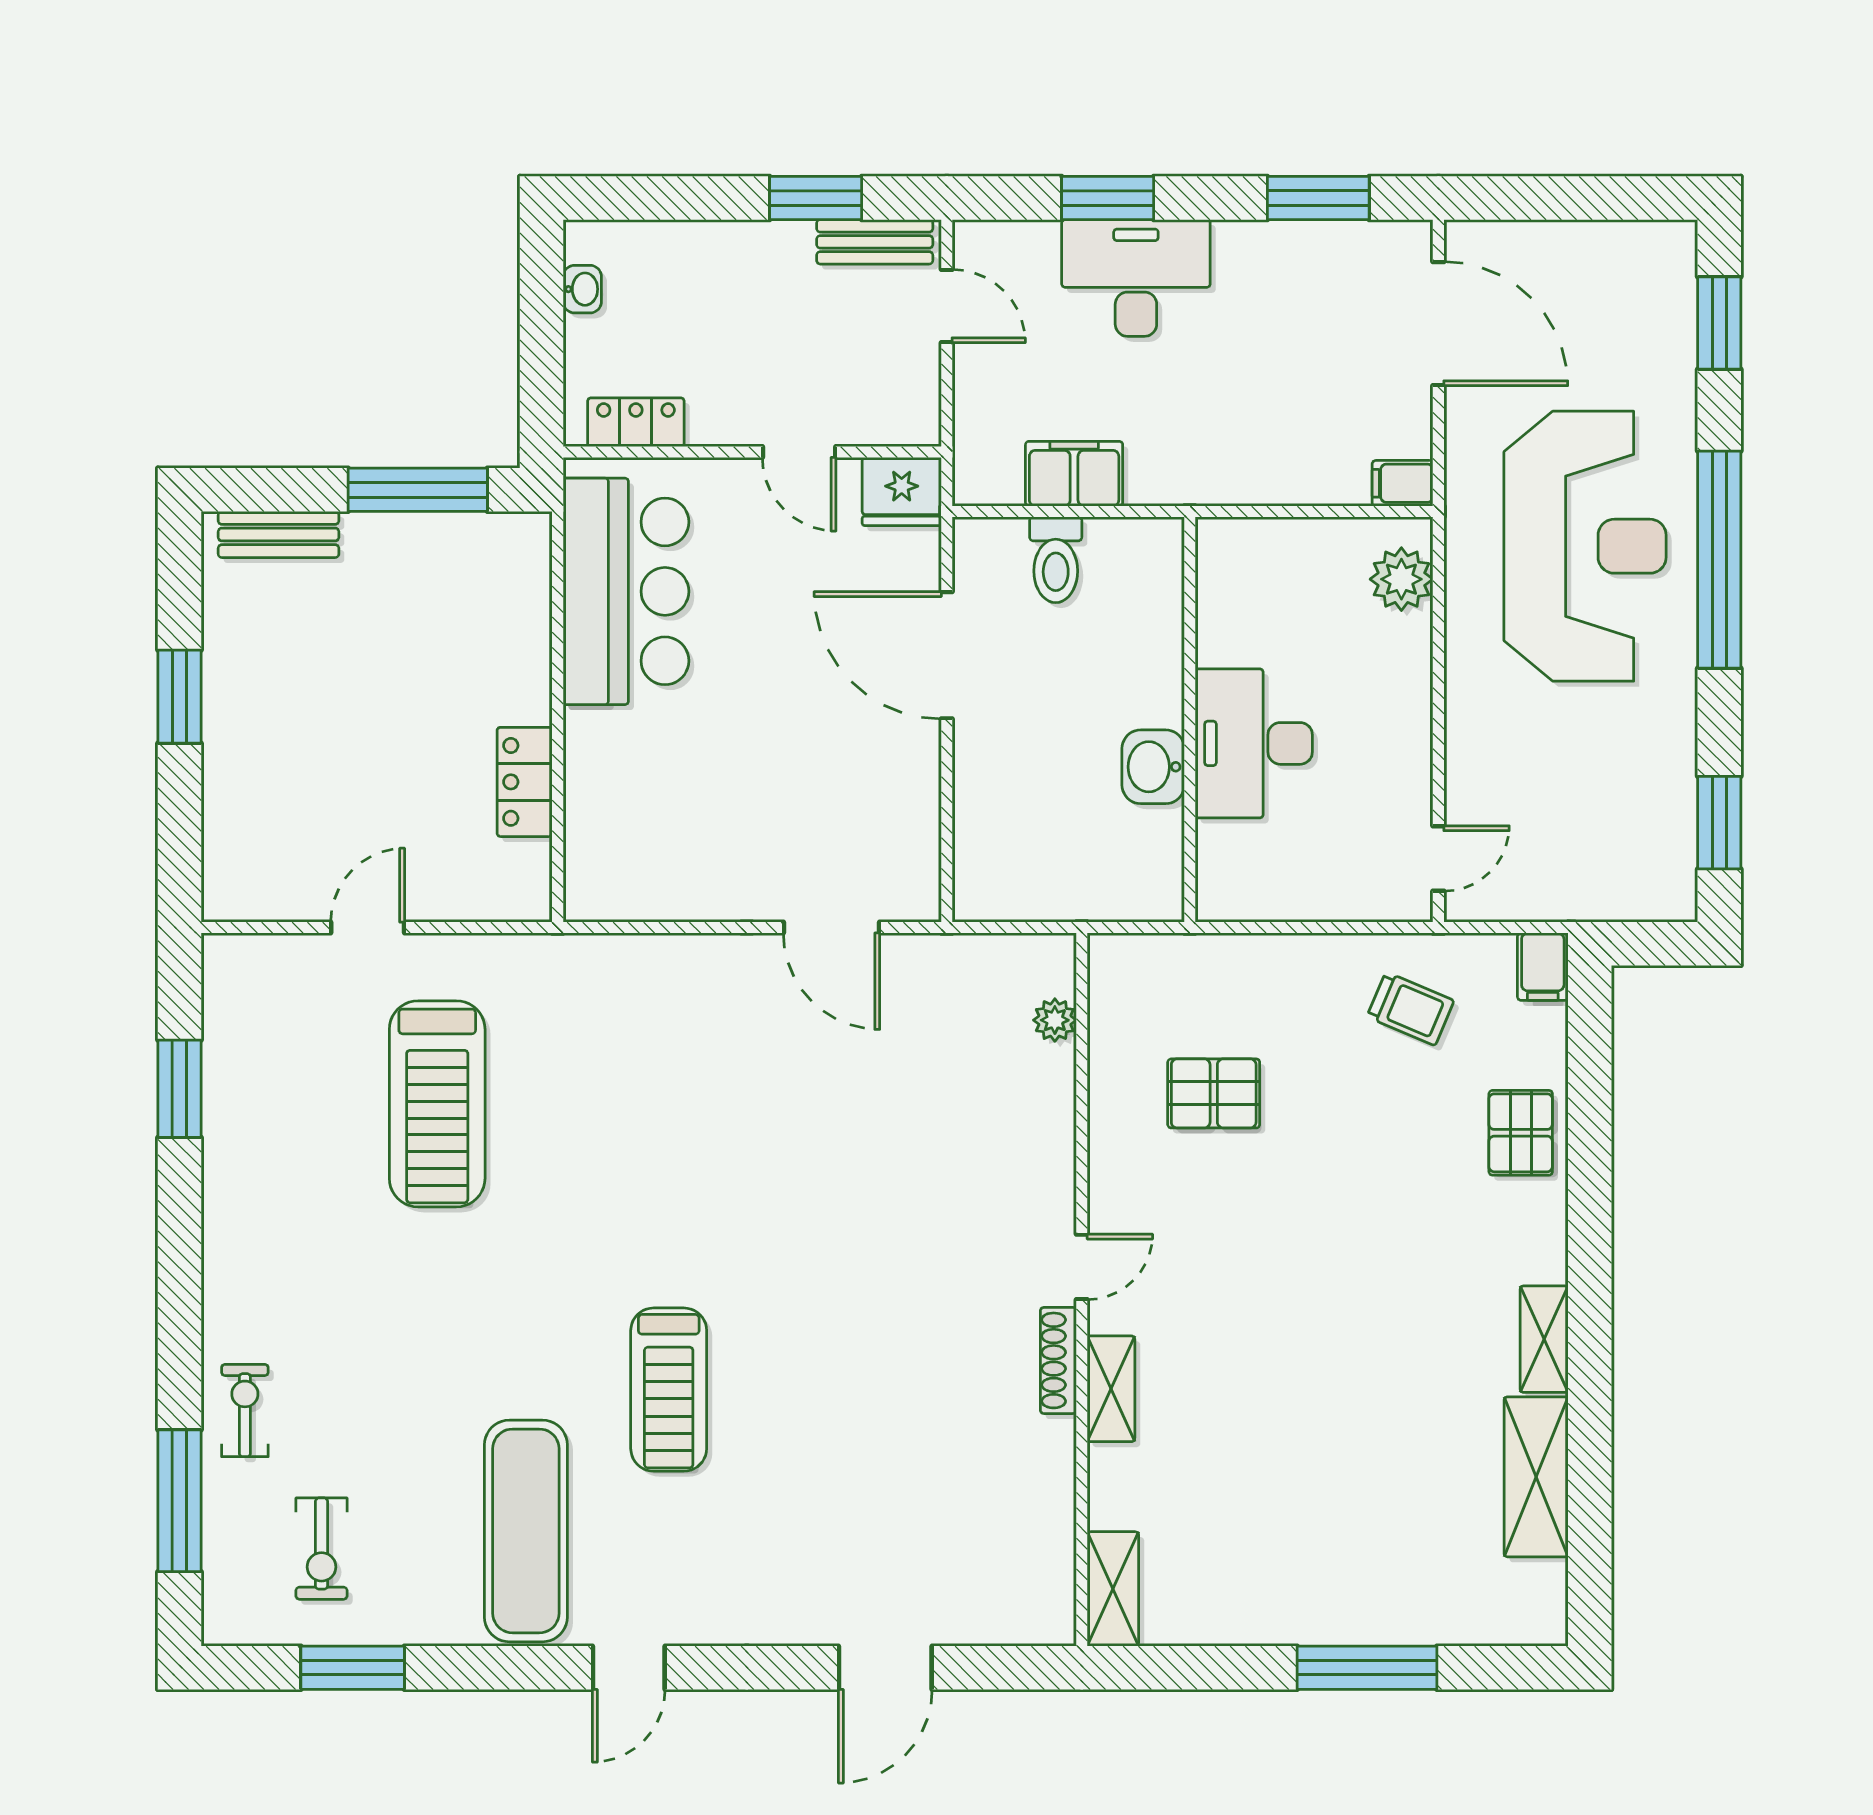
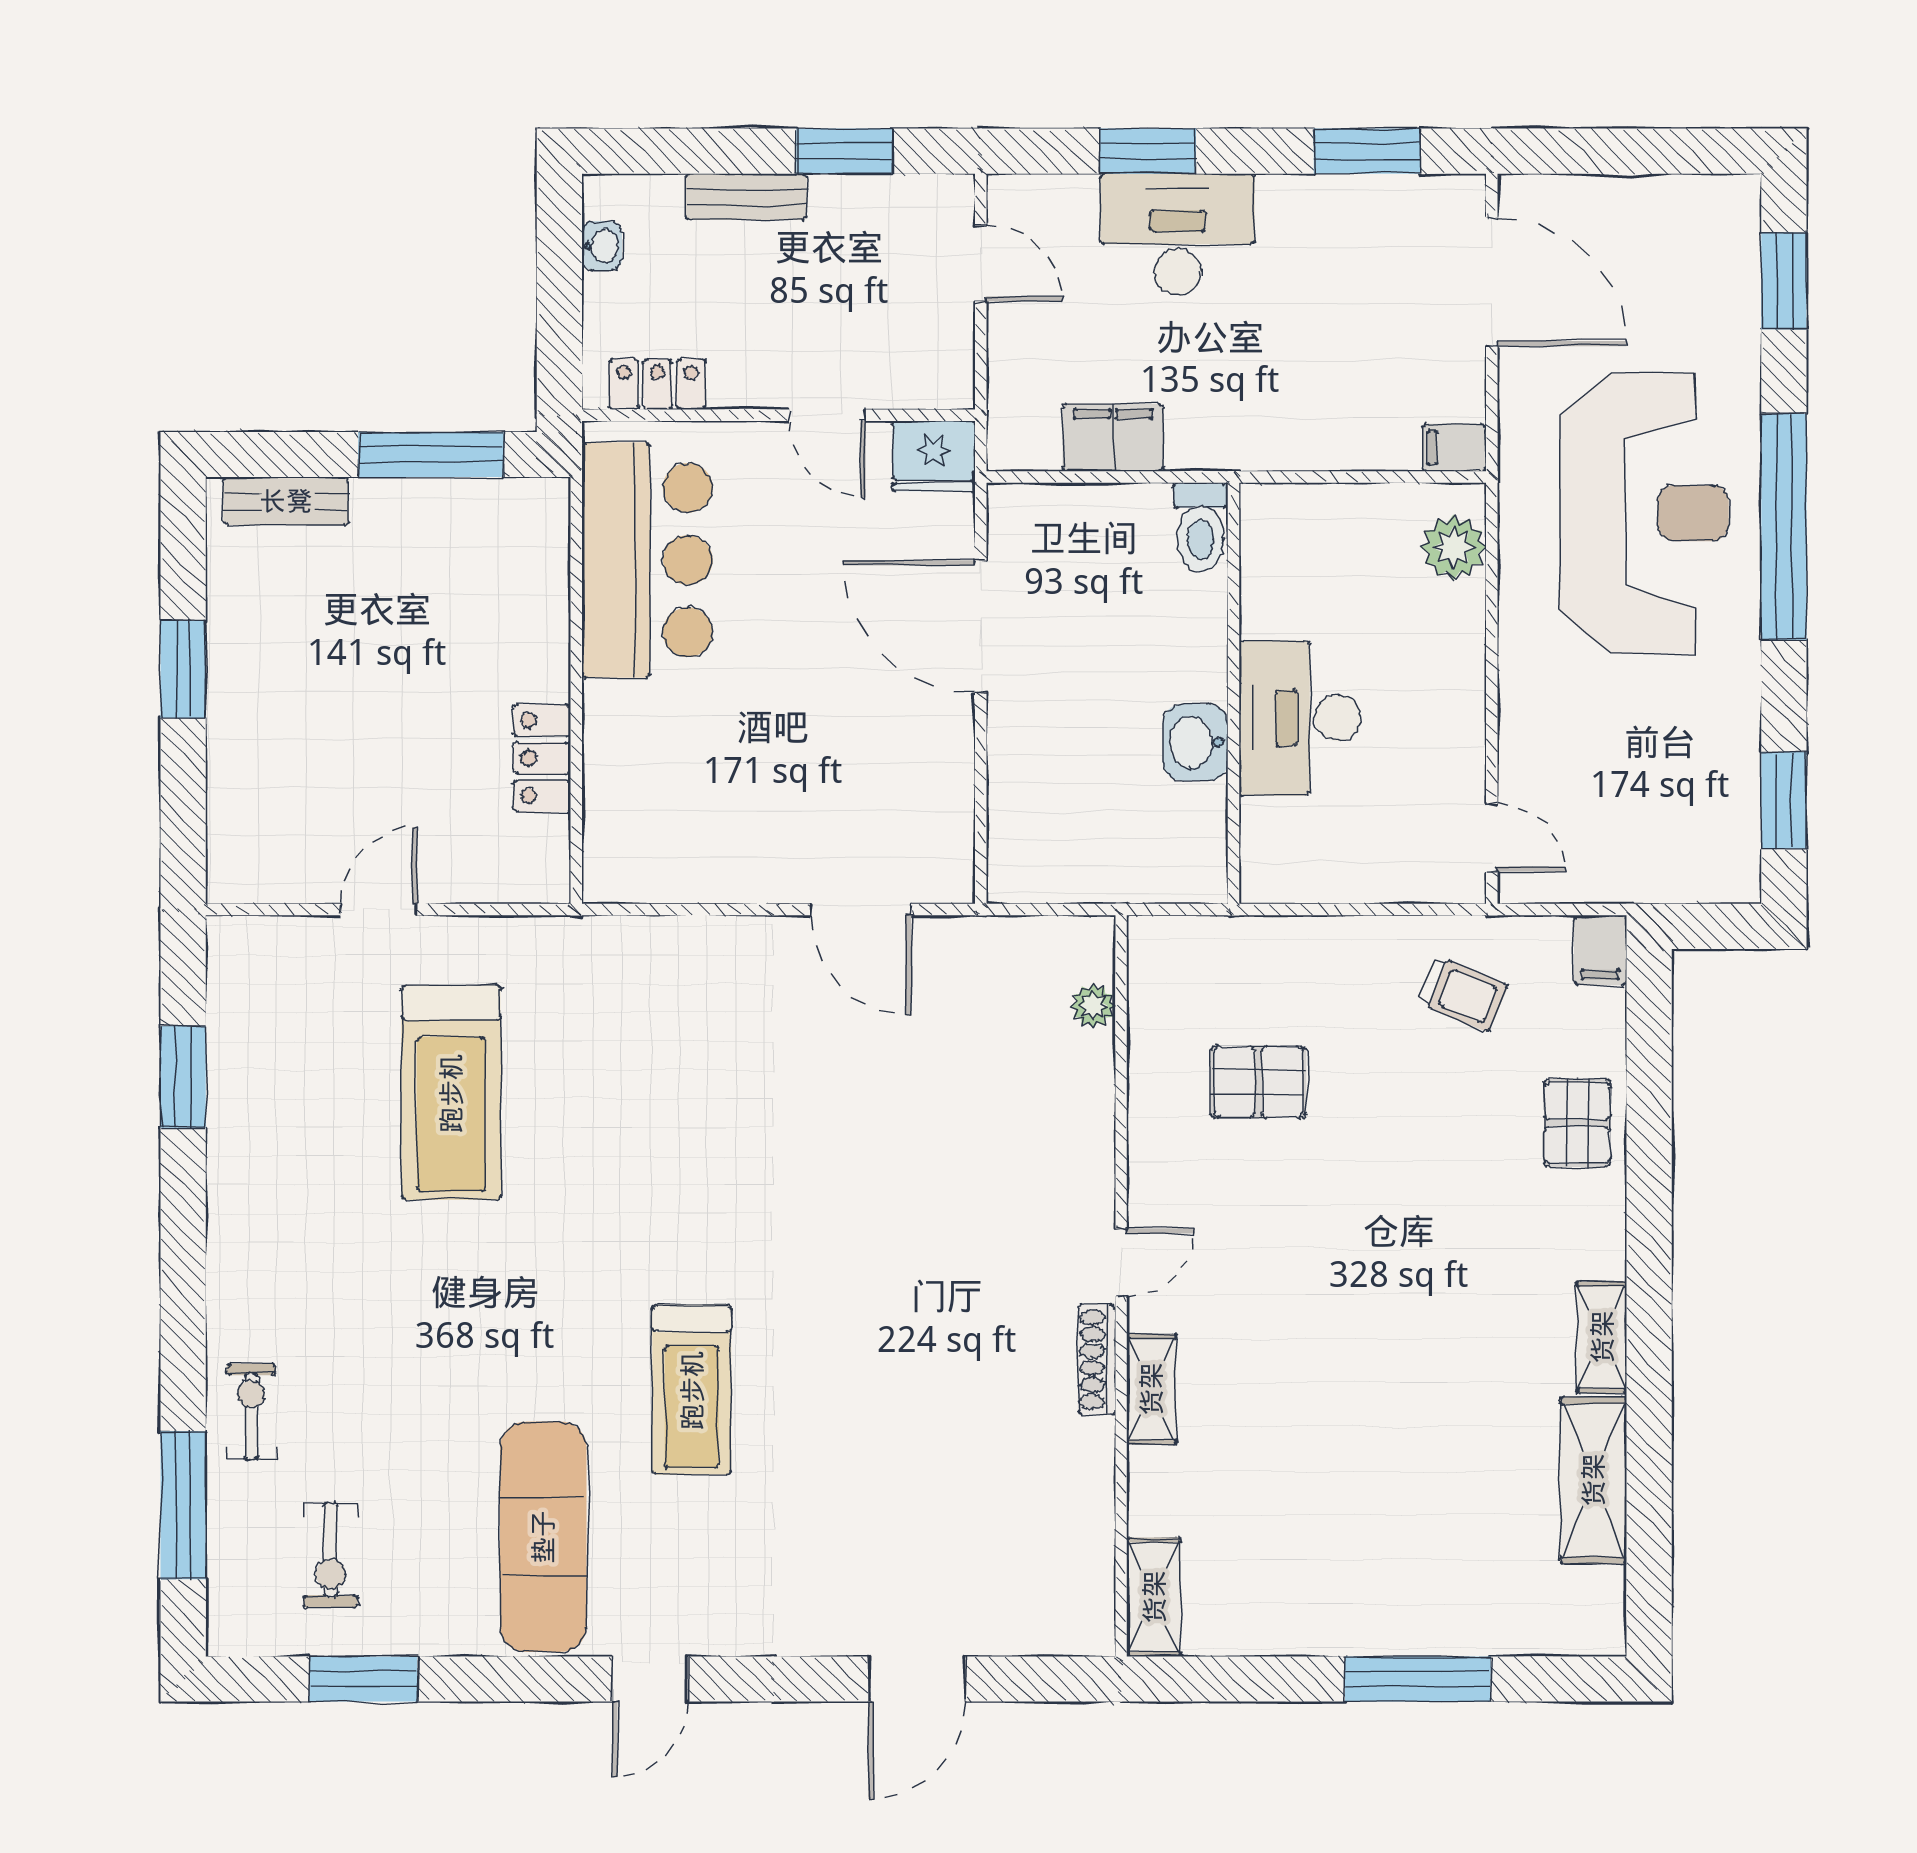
bench: (875, 242) -> (746, 197), moved
toilet: (1056, 560) -> (1201, 527), moved
door: (1438, 859) -> (1492, 838), hinge flipped

